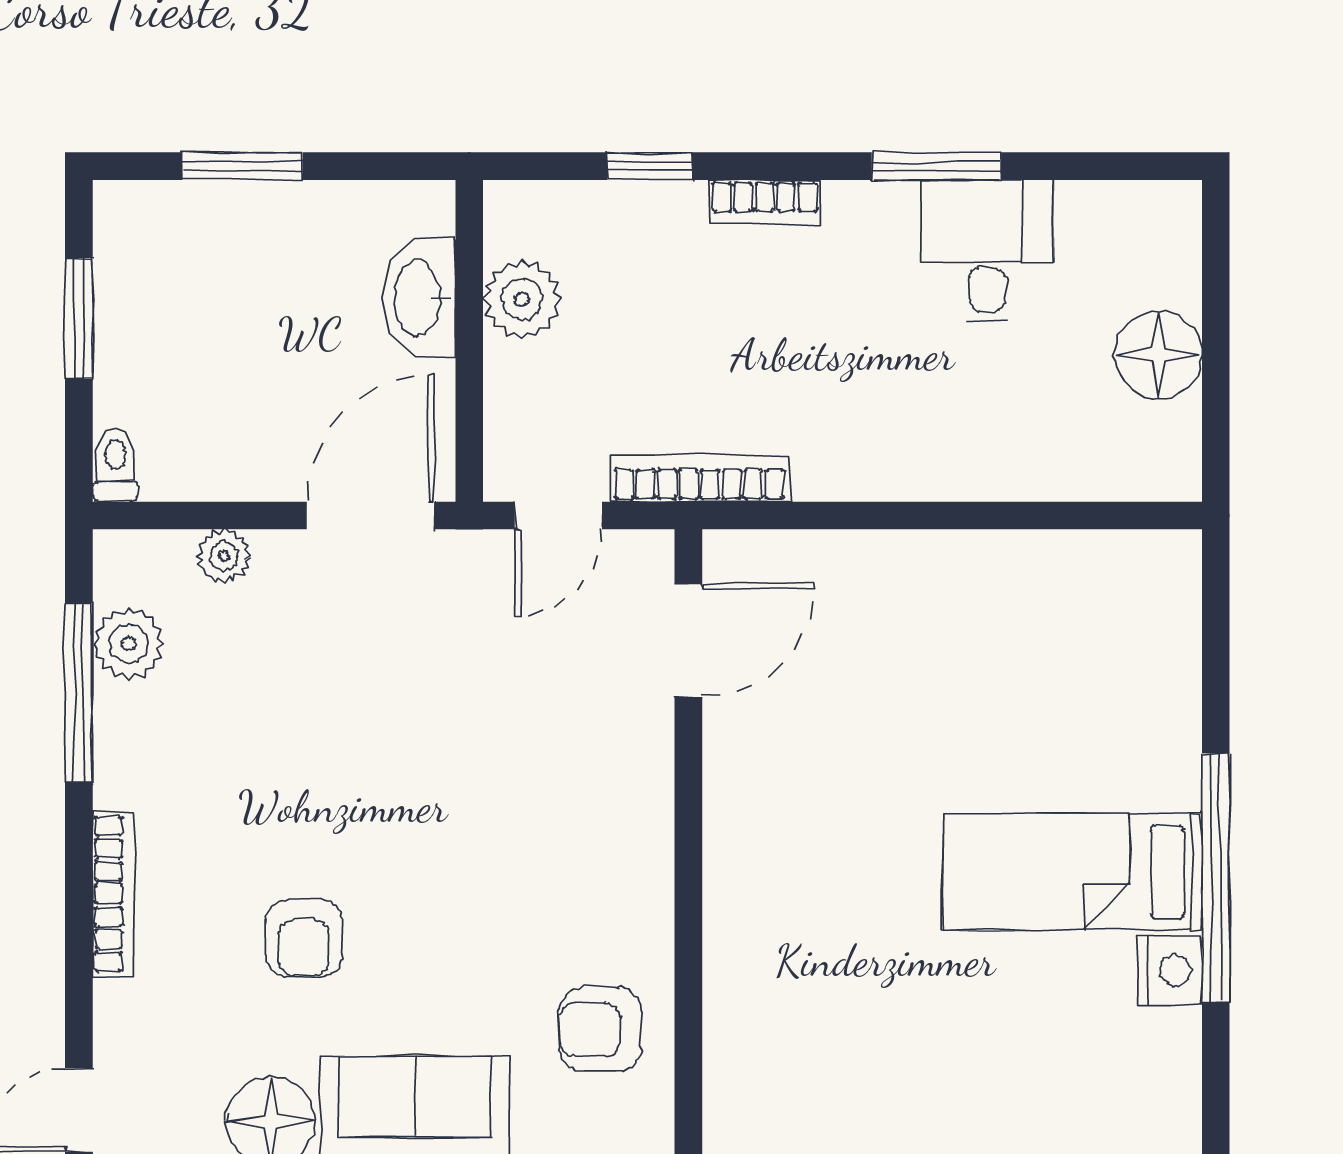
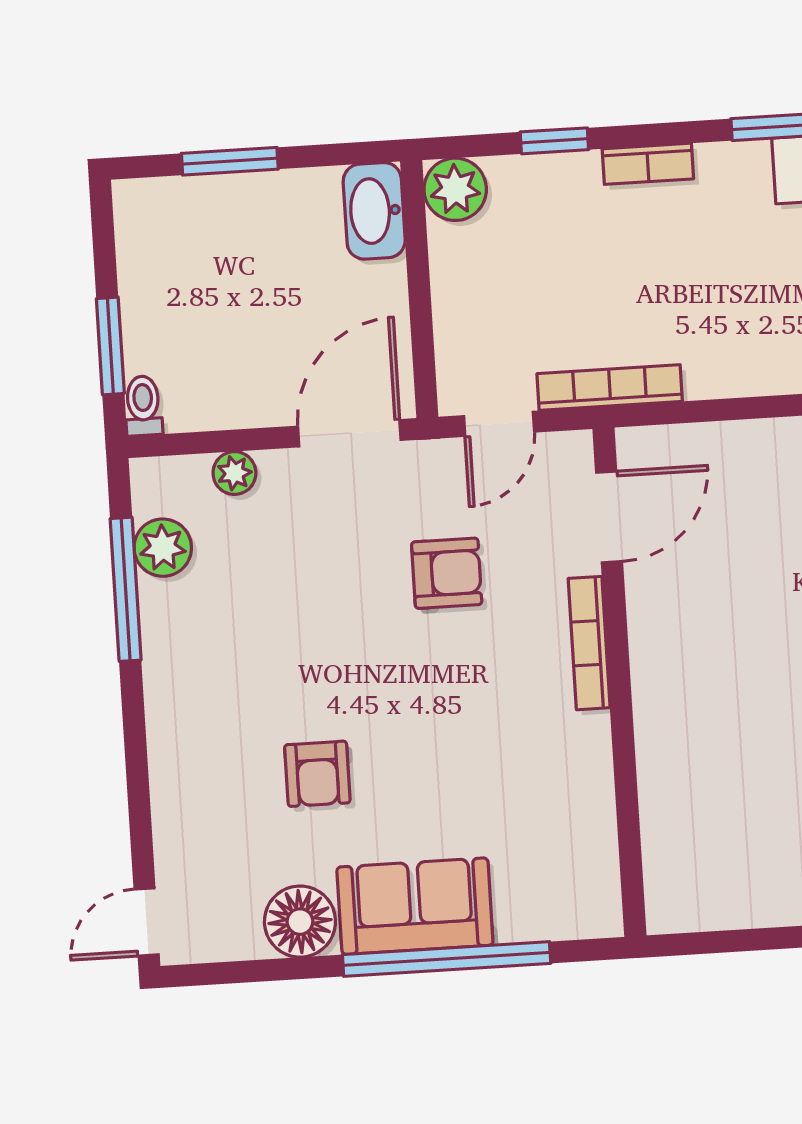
washbasin: (419, 298) -> (374, 211), moved
plant: (522, 299) -> (455, 189), moved
window: (79, 319) -> (110, 346), moved
bookcase: (114, 894) -> (589, 643), moved, turned 180
armchair: (600, 1030) -> (447, 573), moved, turned 180

